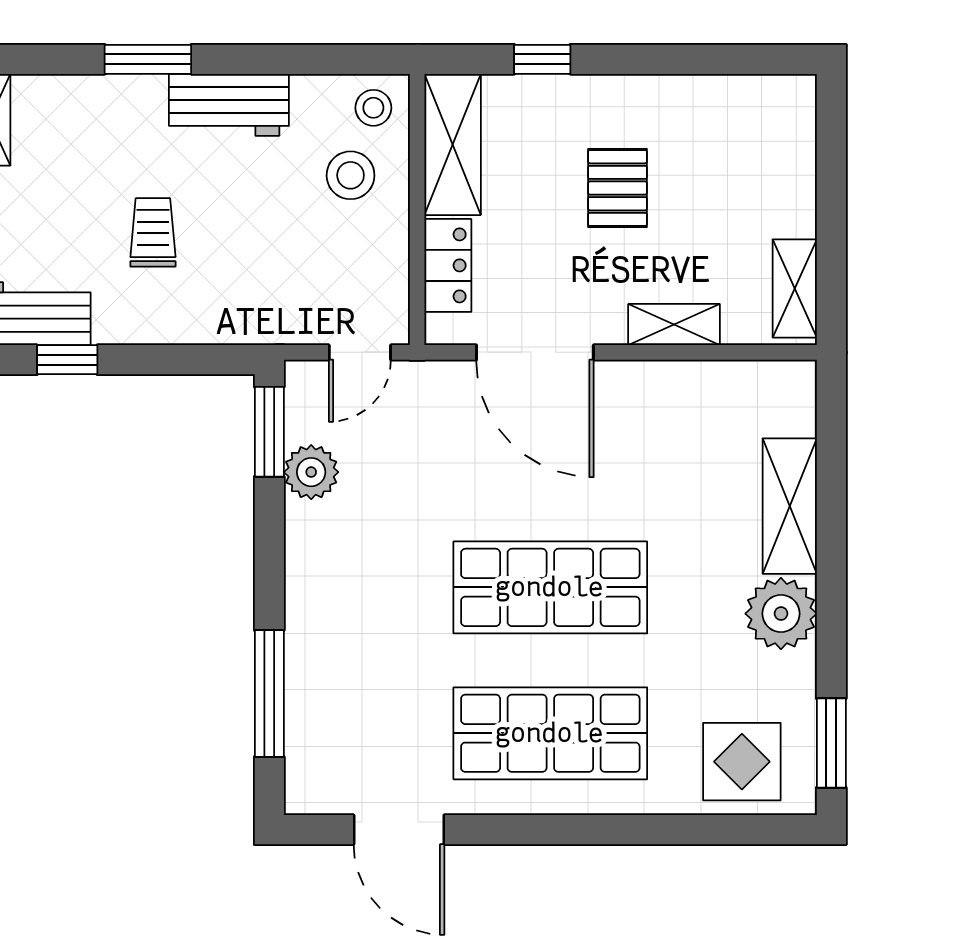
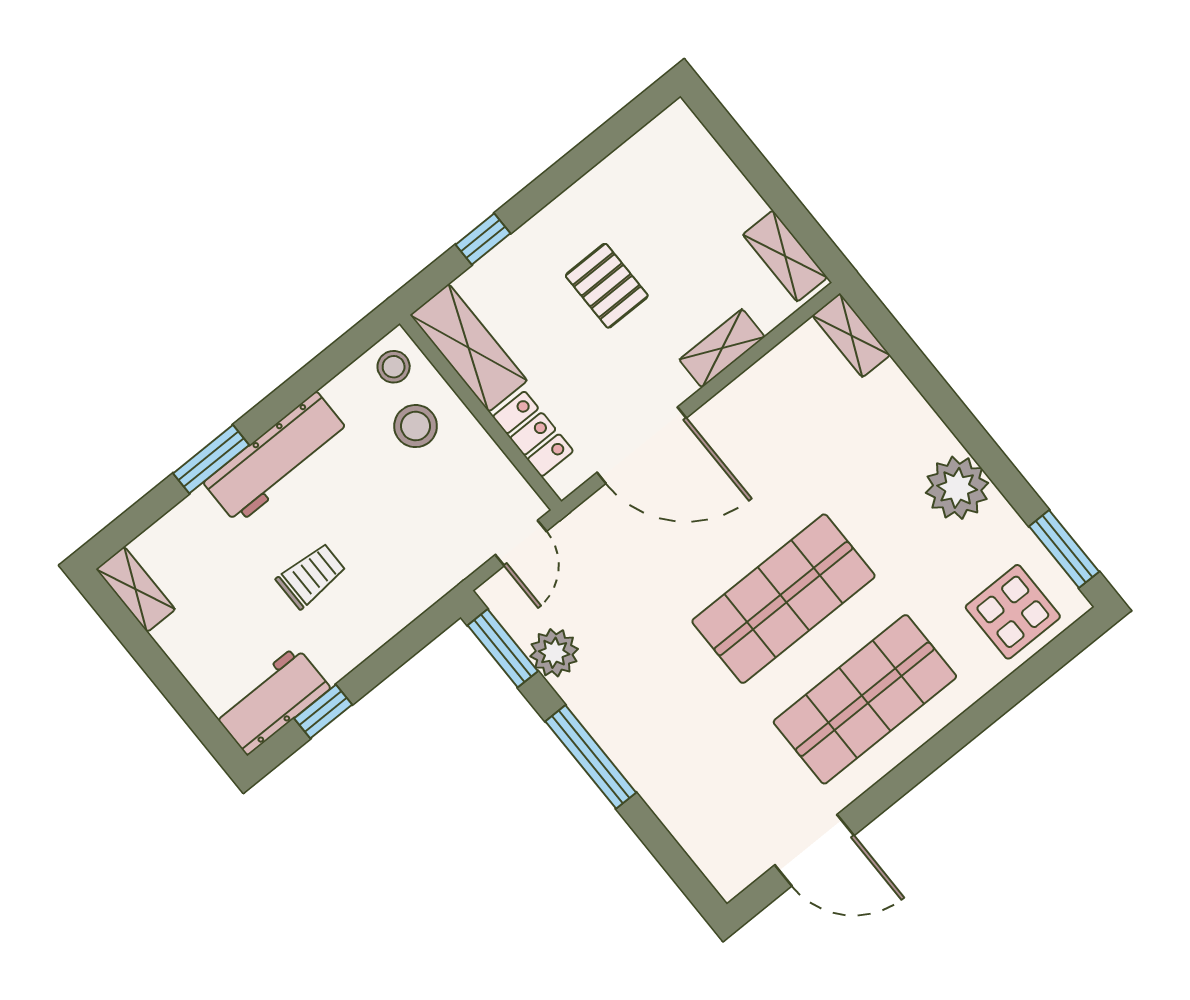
workbench: (229, 105) -> (277, 458), width x1.38
trolley: (153, 232) -> (311, 576), turned 90
shelving: (790, 506) -> (851, 335), moved, width x0.67, depth x0.75
window: (269, 693) -> (591, 757), moved

